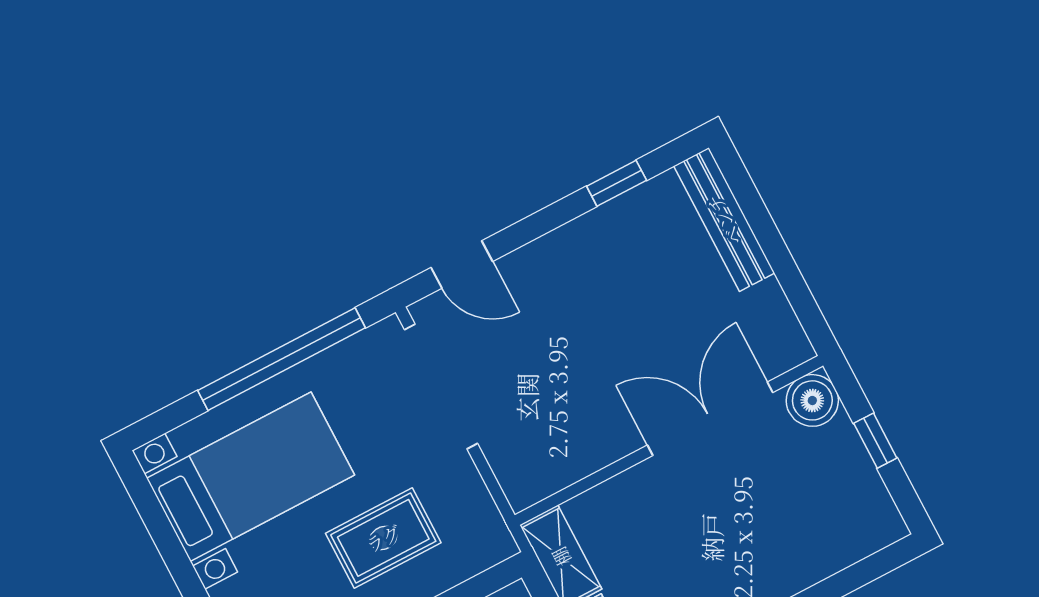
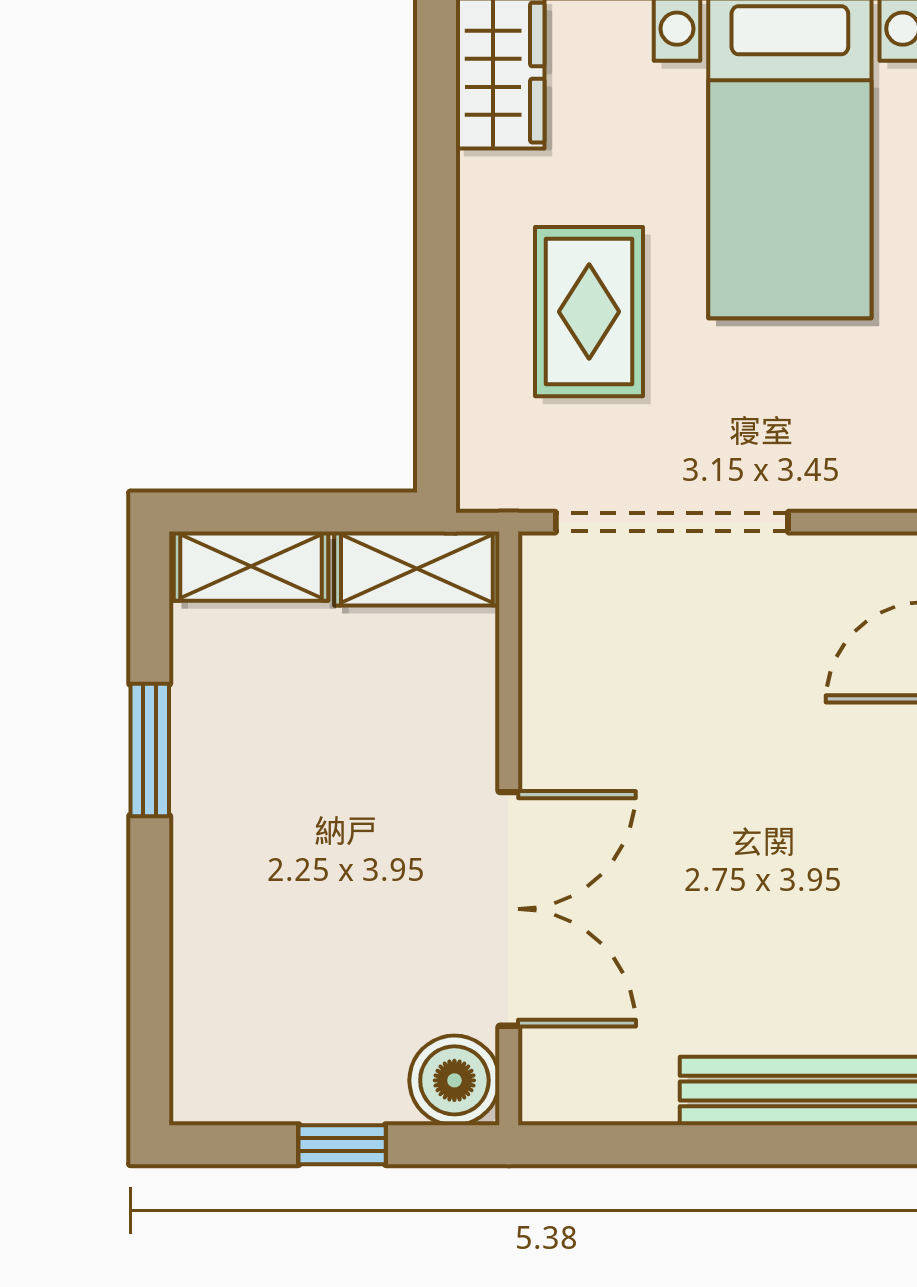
doorway: (441, 387) -> (672, 522), moved

